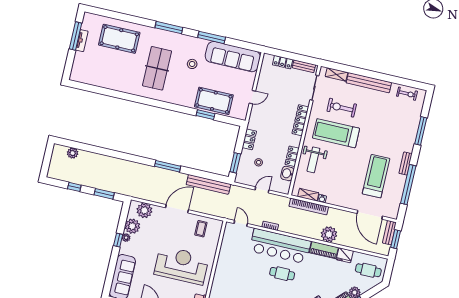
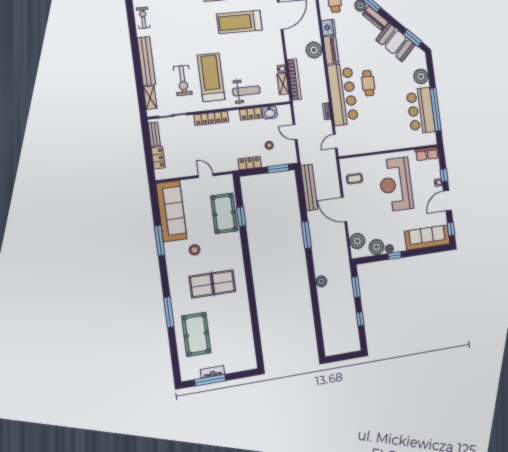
window: (169, 28) -> (169, 312), moved
treadmill: (336, 133) -> (211, 77), turned 180
plant: (73, 153) -> (321, 281), moved

